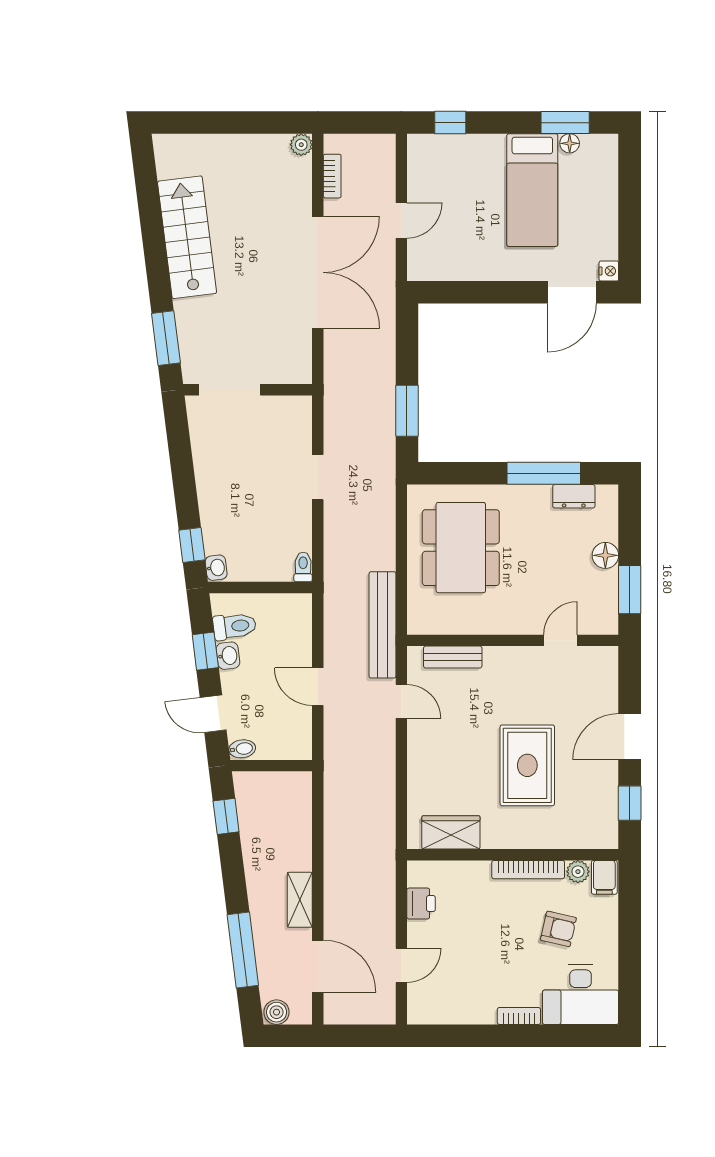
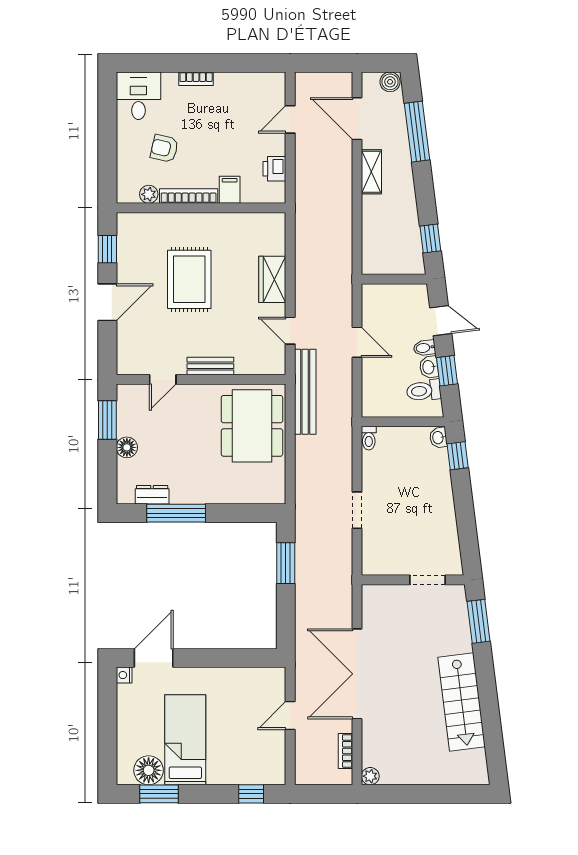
floor lamp: (570, 143) -> (149, 770), width x1.89, depth x1.89
doorway: (230, 390) -> (427, 580), width x0.73
dining table: (461, 548) -> (252, 426), moved
bench: (453, 657) -> (210, 366), moved
bidet: (242, 749) -> (424, 348), moved
wardrobe: (451, 832) -> (272, 279), moved, turned 90
filing cabinet: (604, 877) -> (230, 190), moved
desk: (581, 995) -> (138, 96), width x0.73

